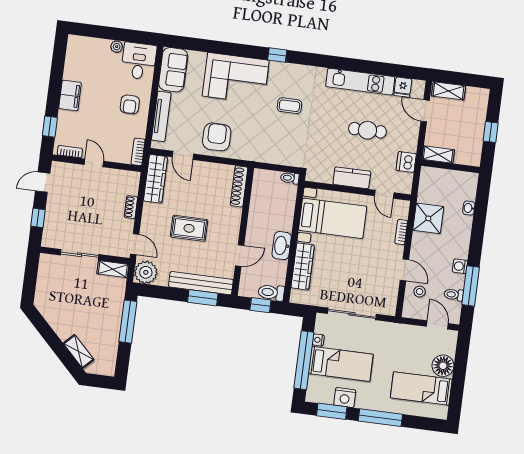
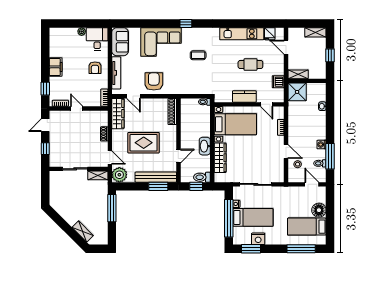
shelving: (449, 91) -> (315, 32), moved
shower: (428, 218) -> (297, 92), moved
rug: (189, 228) -> (144, 143), width x1.36, depth x1.43
window: (380, 418) -> (301, 249), moved

